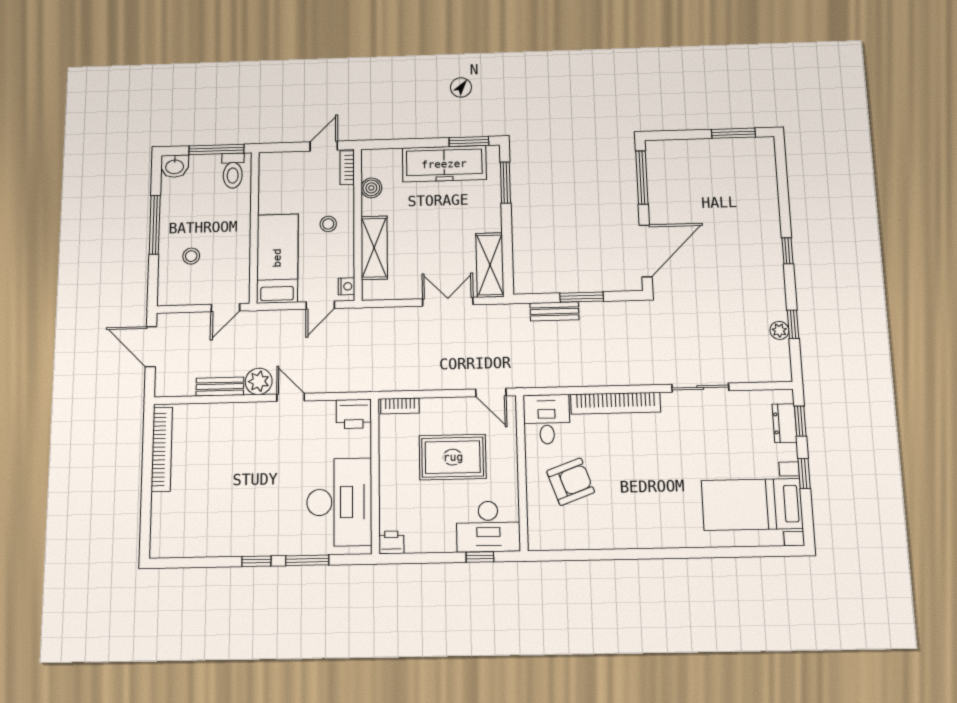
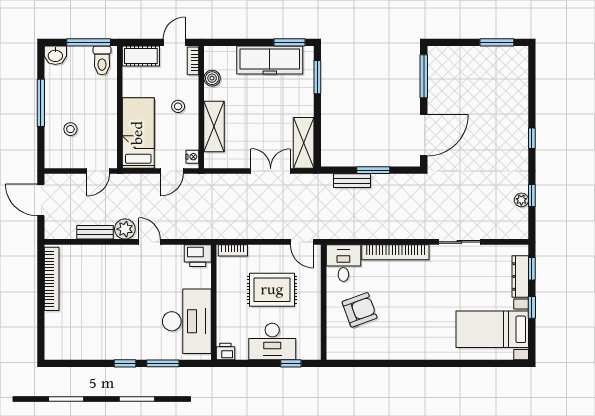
cot: (282, 164) -> (141, 56), added
dresser: (785, 423) -> (520, 276), width x1.44
desk: (488, 526) -> (272, 341), moved

